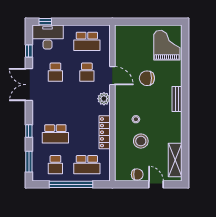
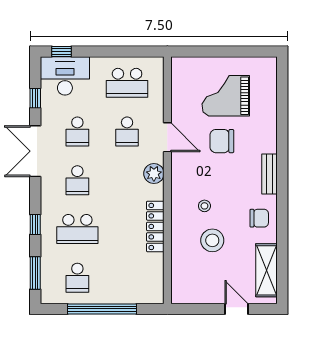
grand piano: (167, 45) -> (226, 96), moved, turned -90
school desk: (87, 165) -> (77, 180), moved, width x0.54
chair: (137, 174) -> (259, 218), moved

